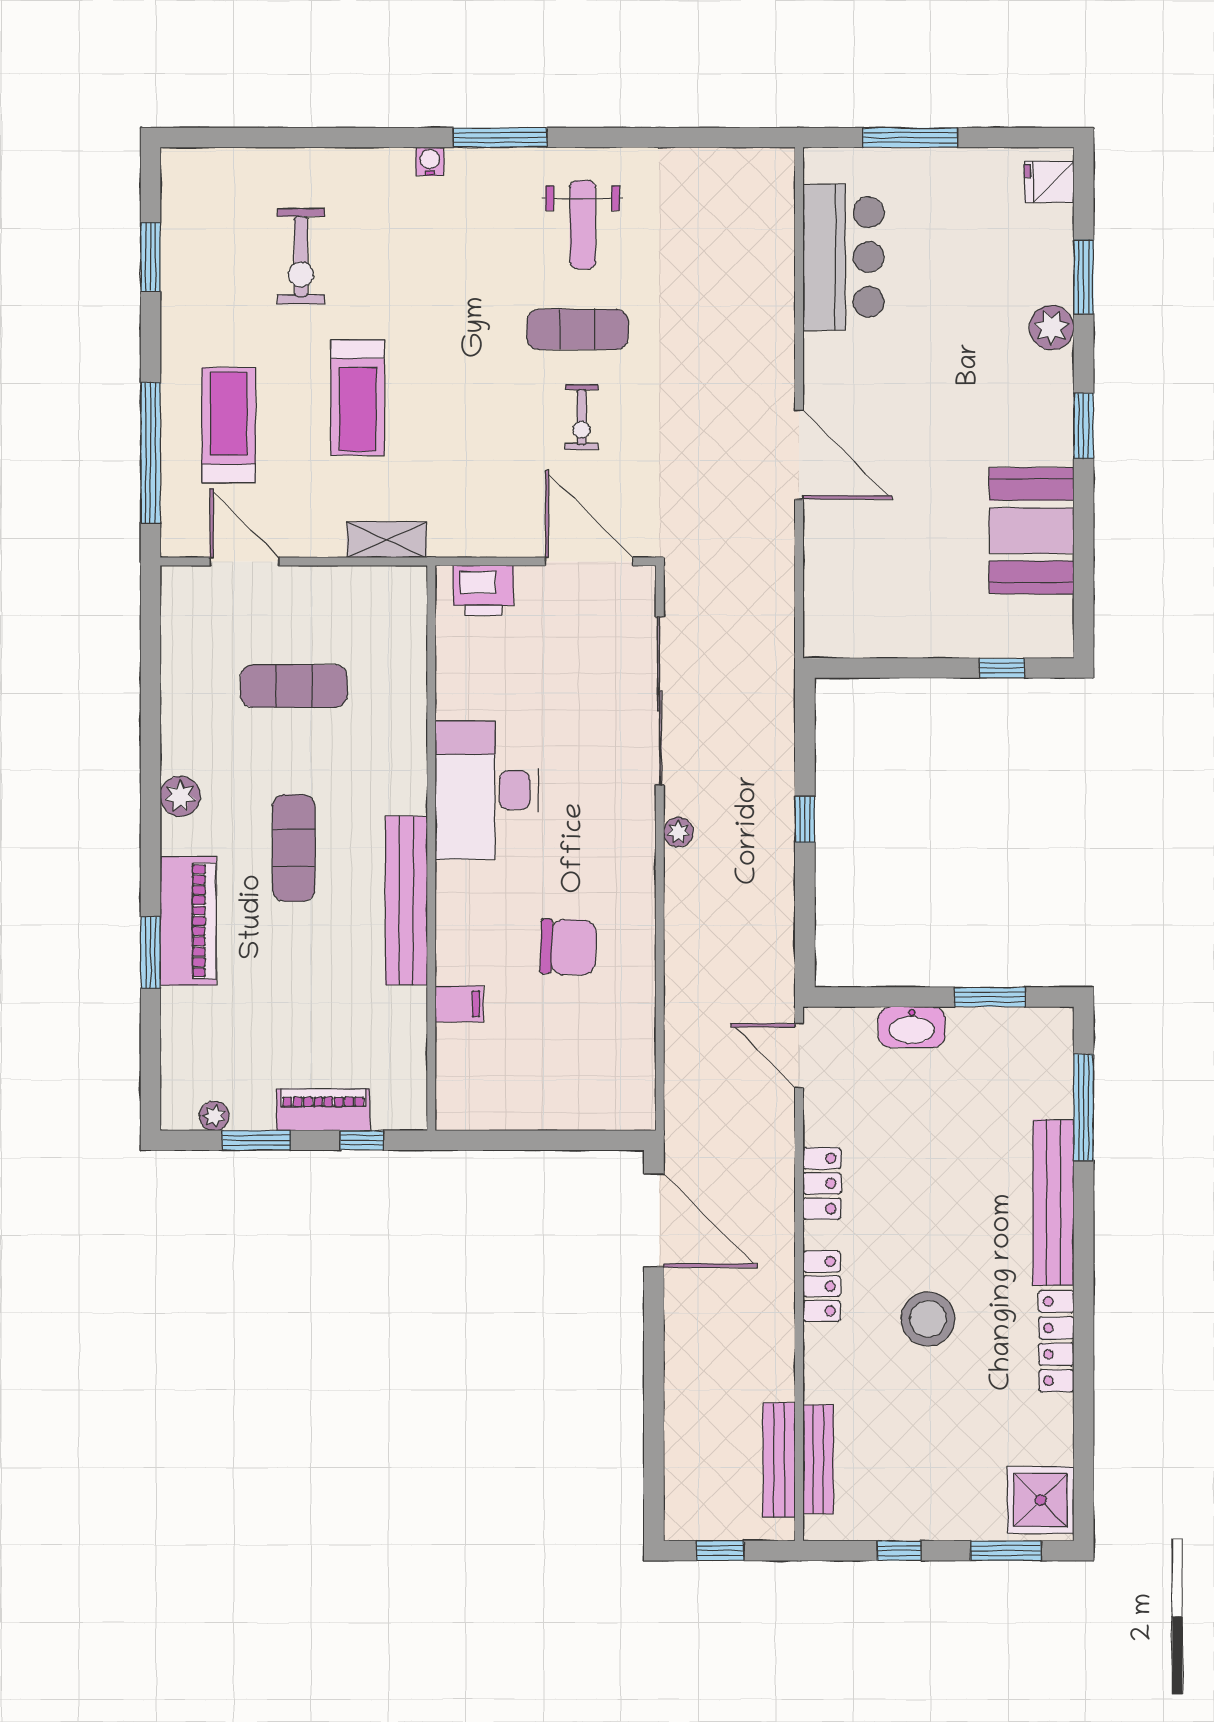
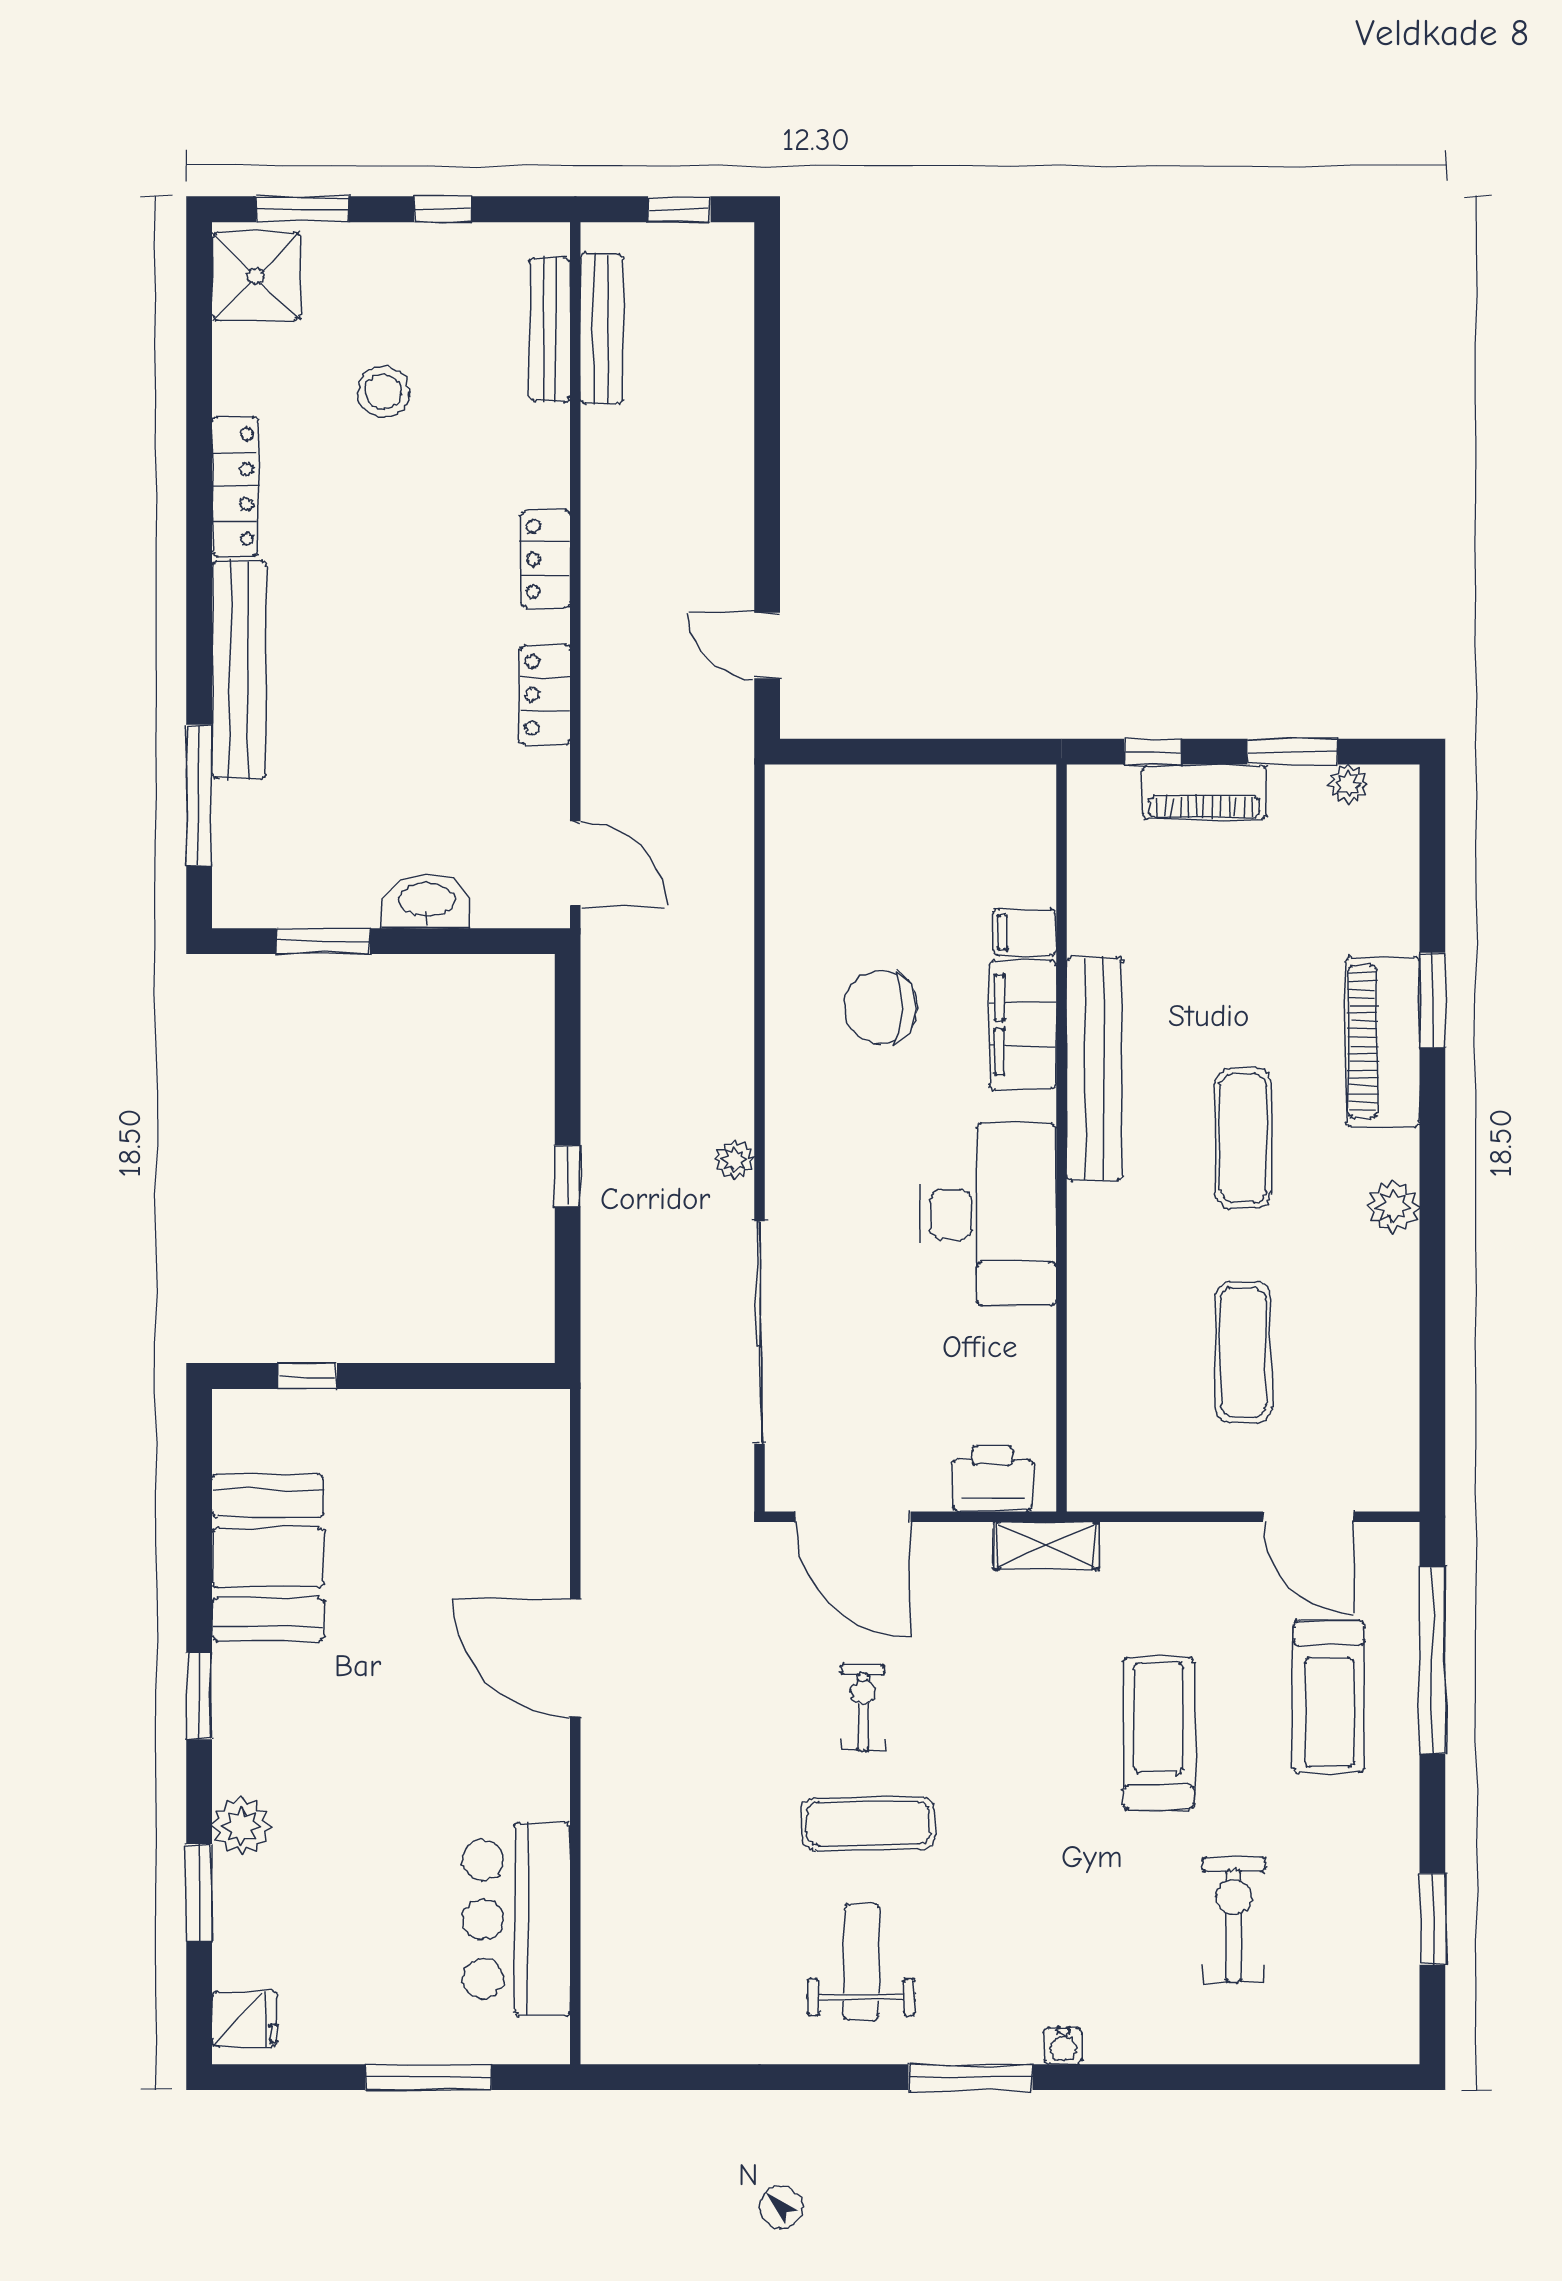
shelving: (387, 540) -> (1046, 1545), moved
exercise mat: (294, 686) -> (1243, 1352), turned 90
filing cabinet: (460, 934) -> (1023, 1025), added
door: (654, 1221) -> (767, 646), width x0.53
stool: (928, 1319) -> (383, 392), moved, width x0.73, depth x0.73

